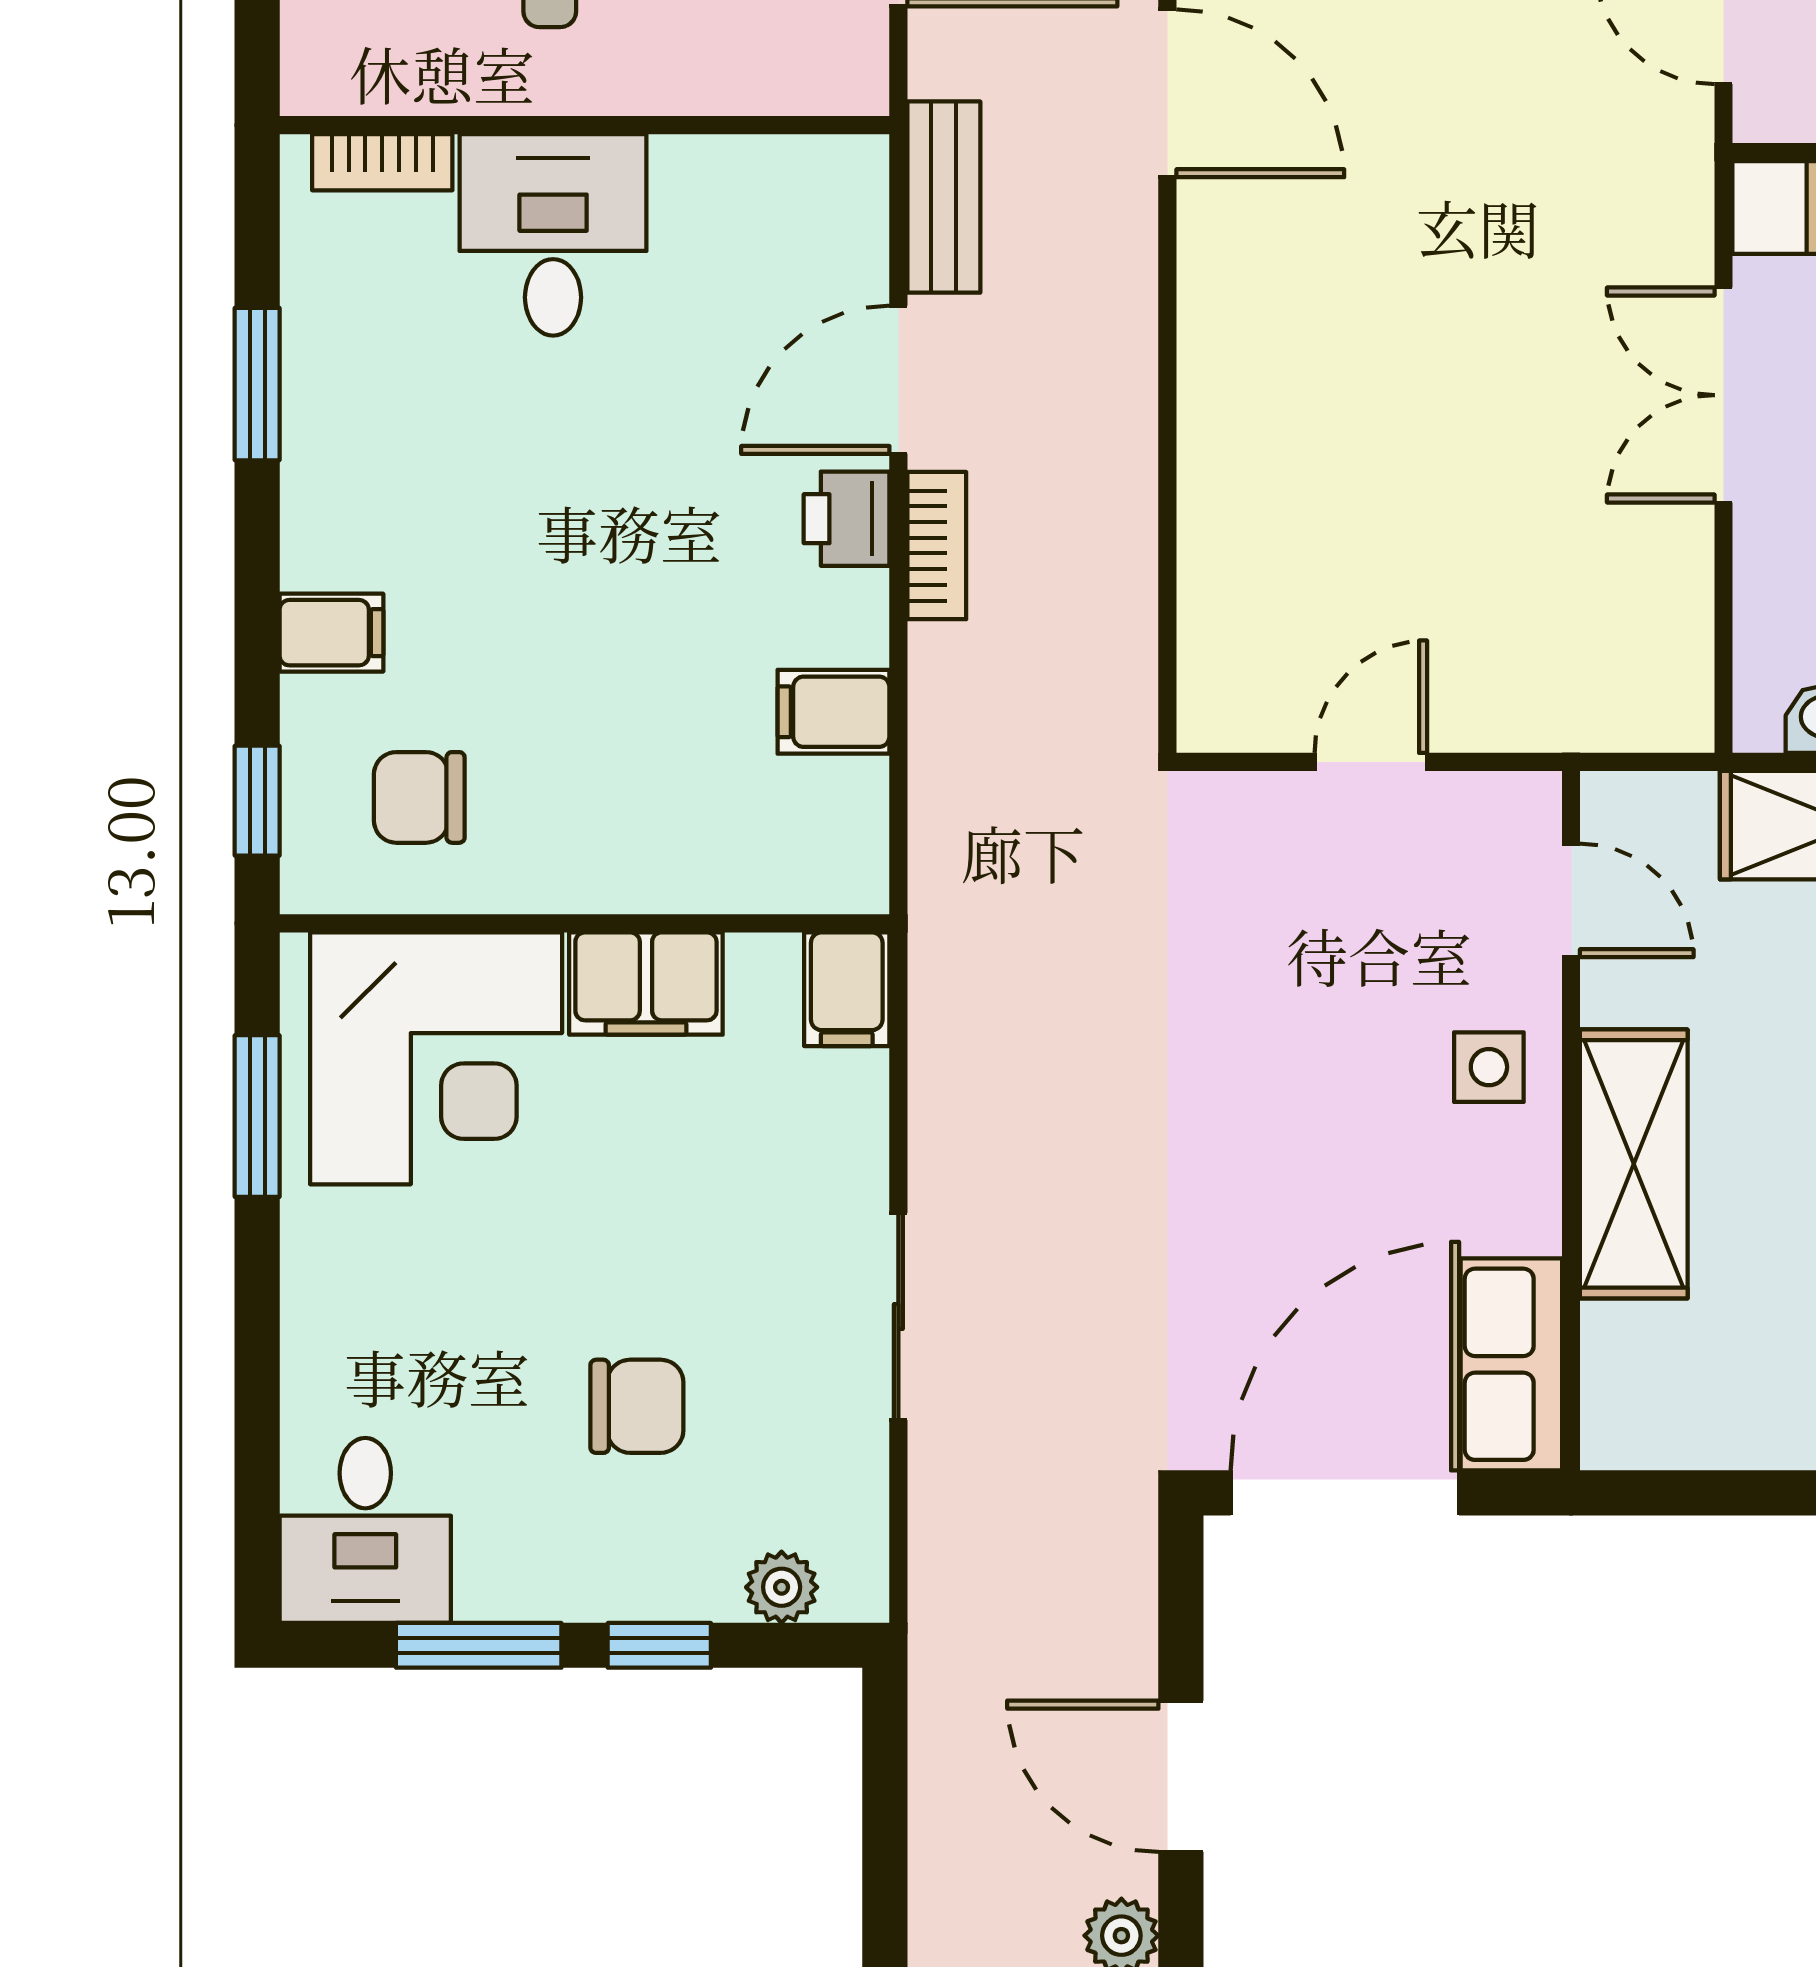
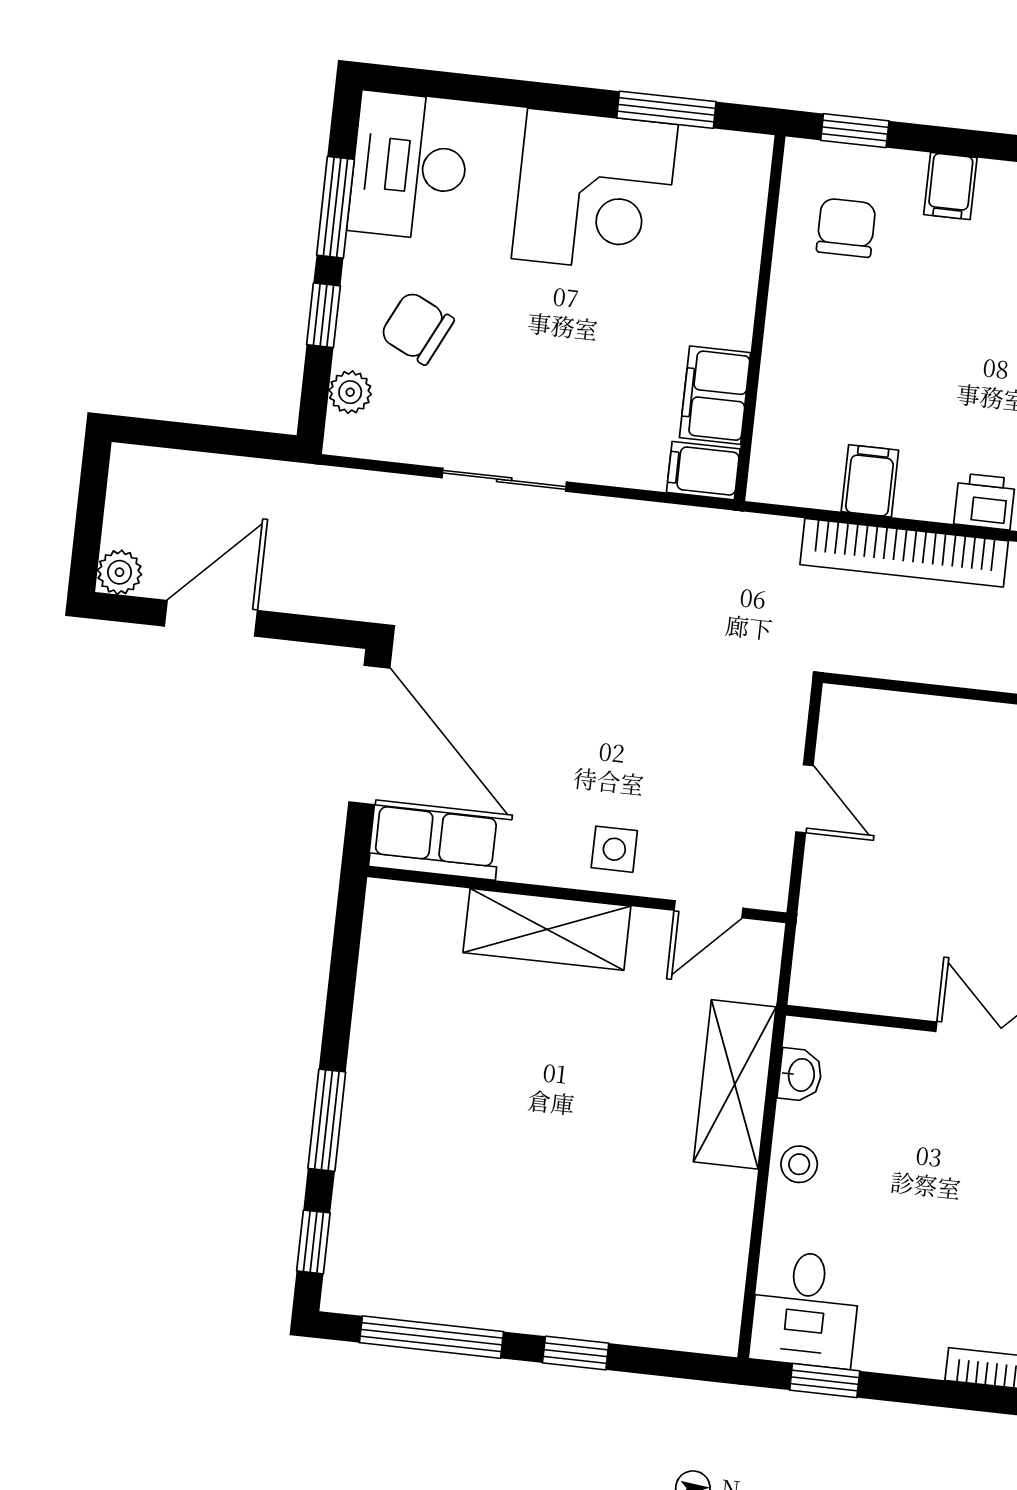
bookcase: (937, 546) -> (904, 553), width x2.31, depth x1.31
filing cabinet: (646, 983) -> (715, 395), moved
corner desk: (436, 1058) -> (595, 192), moved, turned -90
chair: (637, 1406) -> (417, 328), moved, turned 116
desk: (365, 1530) -> (409, 166), width x1.37

